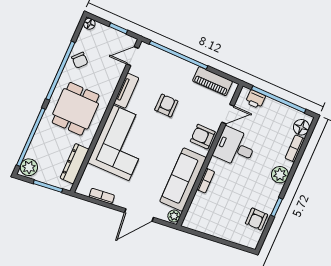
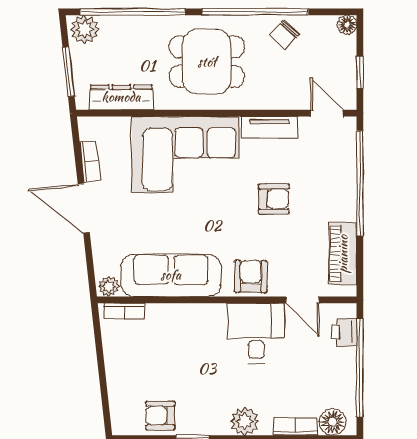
bookcase: (206, 181) -> (124, 311), moved
door: (139, 215) -> (84, 208), moved

